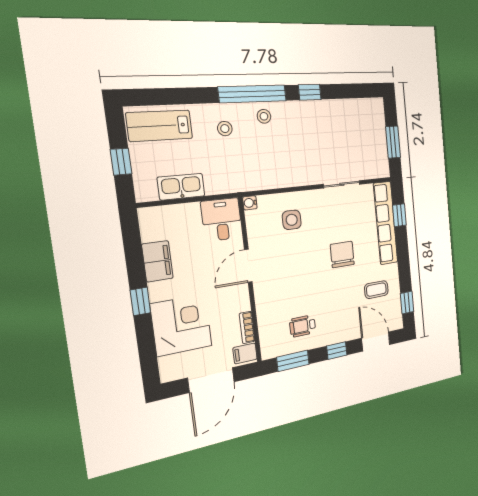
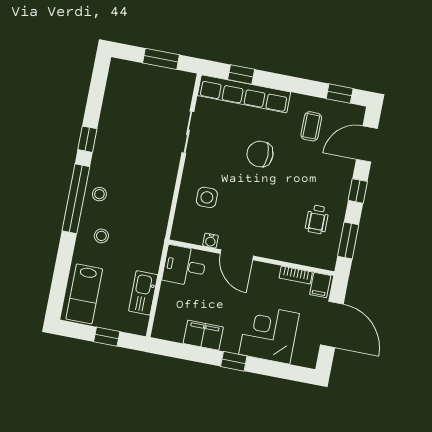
water cooler: (250, 203) -> (211, 241), moved

